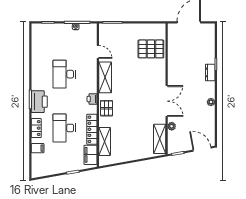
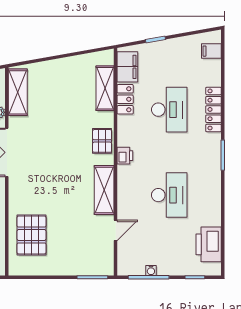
pallet: (151, 49) -> (31, 235), turned 90
door: (98, 52) -> (116, 230), swing flipped
printer: (39, 102) -> (209, 244), moved
locker: (36, 128) -> (214, 109), width x1.53
locker: (92, 129) -> (125, 99), width x0.66
filing cabinet: (38, 148) -> (211, 51), moved

